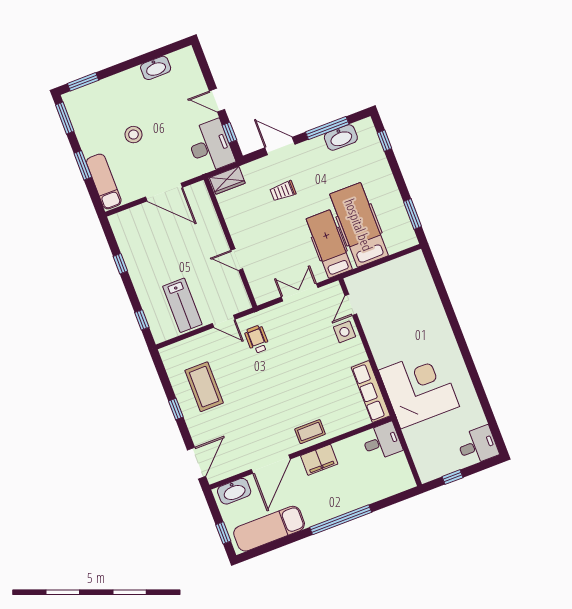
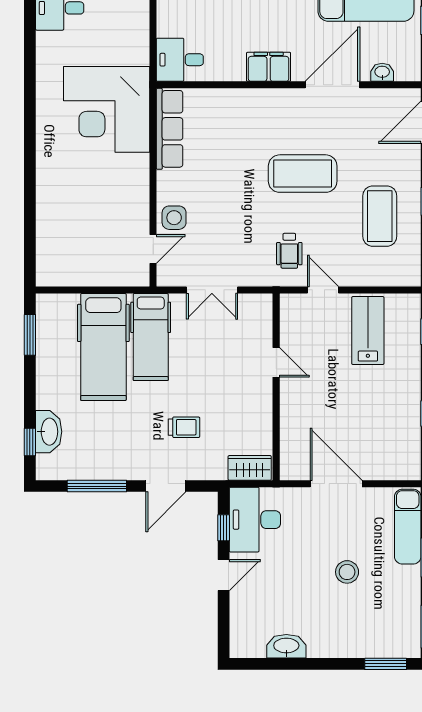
door: (217, 100) -> (224, 575), hinge flipped
washbasin: (341, 138) -> (49, 432), moved, turned 90
door: (280, 146) -> (166, 486), hinge flipped
coffee table: (310, 432) -> (303, 174), moved, width x1.86, depth x1.72
washbasin: (234, 491) -> (382, 72), width x0.52, depth x0.69

